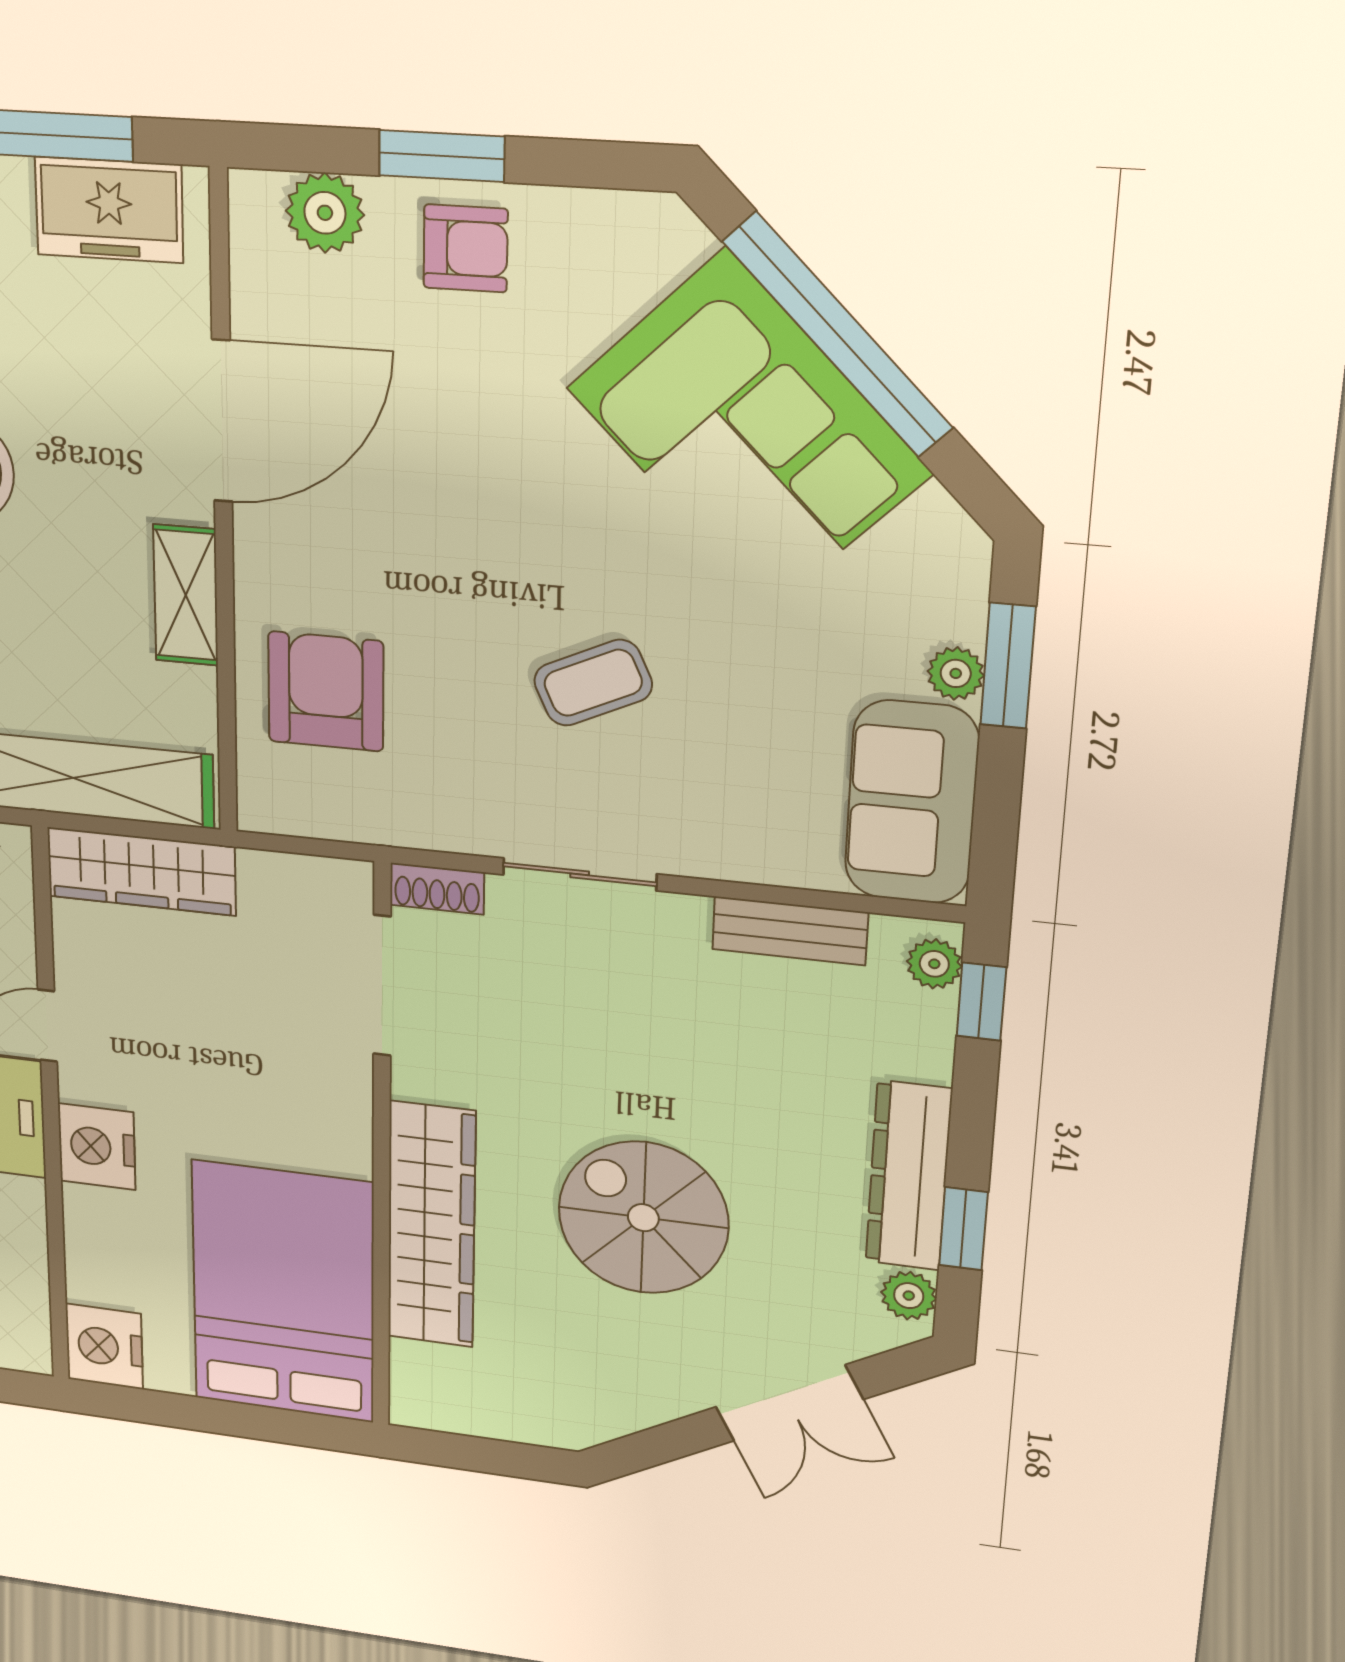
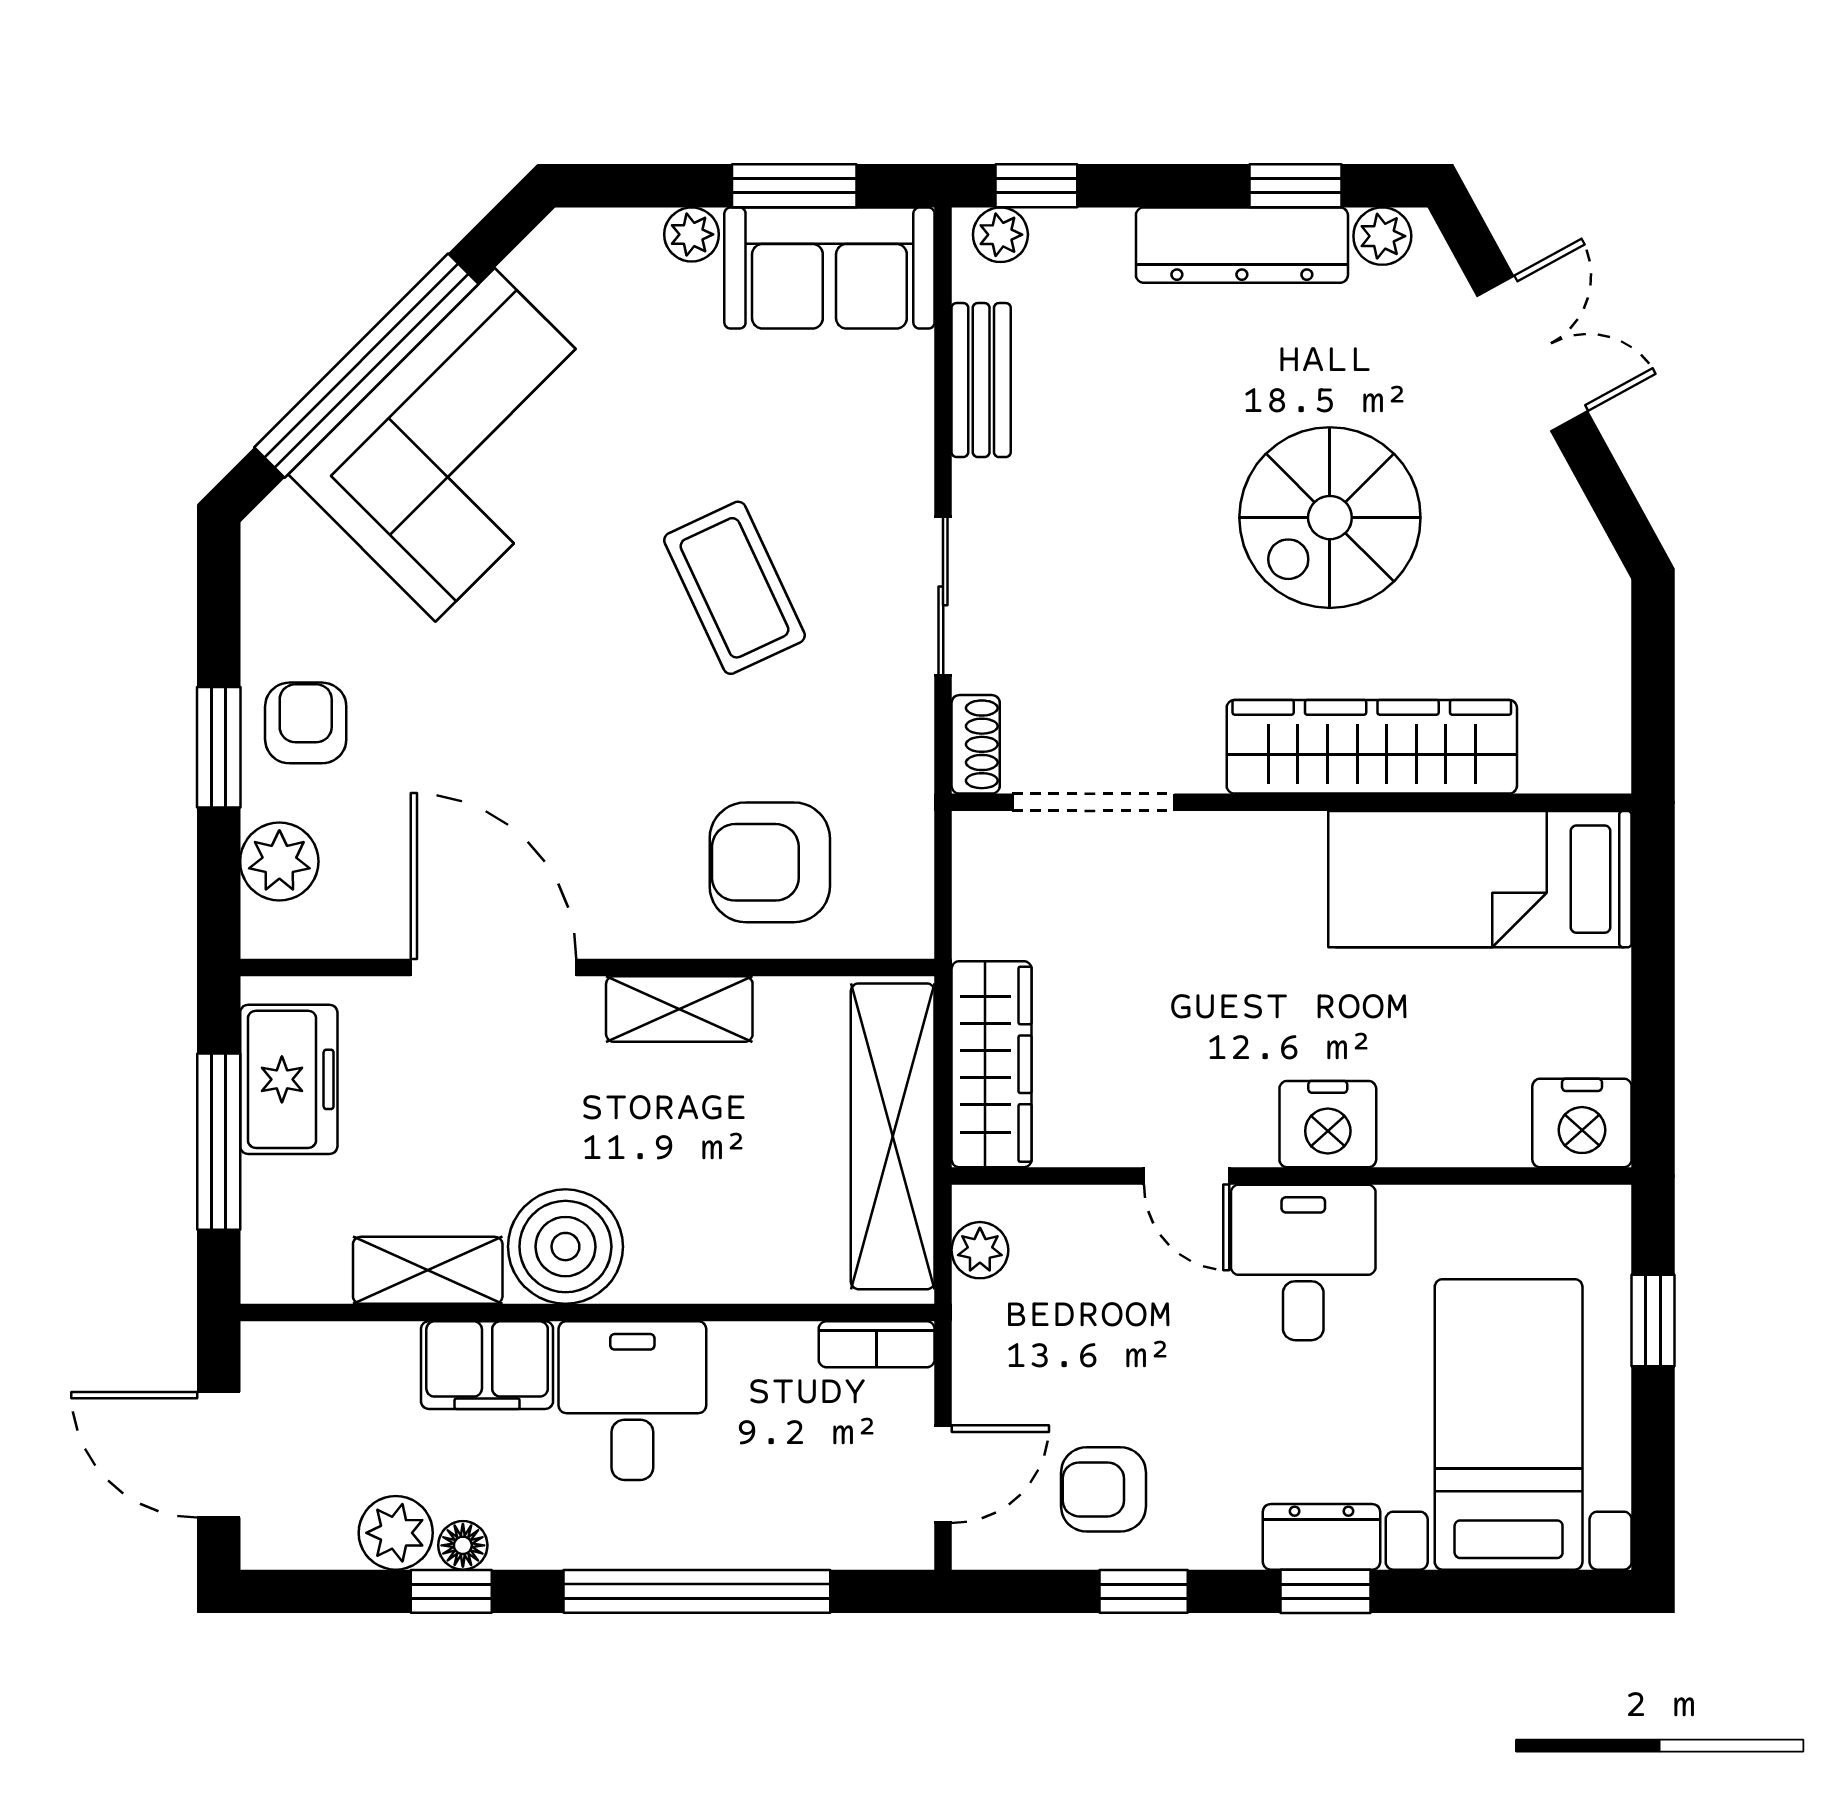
window: (1008, 666) -> (794, 186), moved
coffee table: (593, 683) -> (734, 588), width x1.36, depth x1.30
bed: (283, 1292) -> (1480, 879), width x0.67

